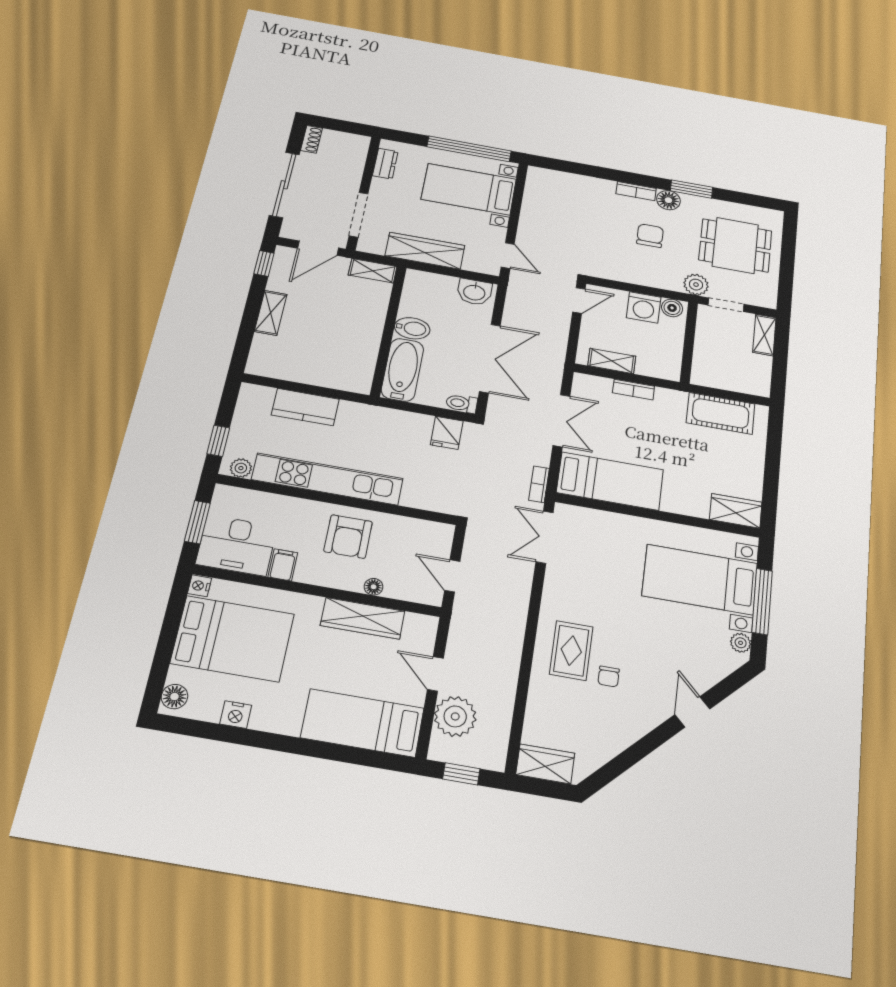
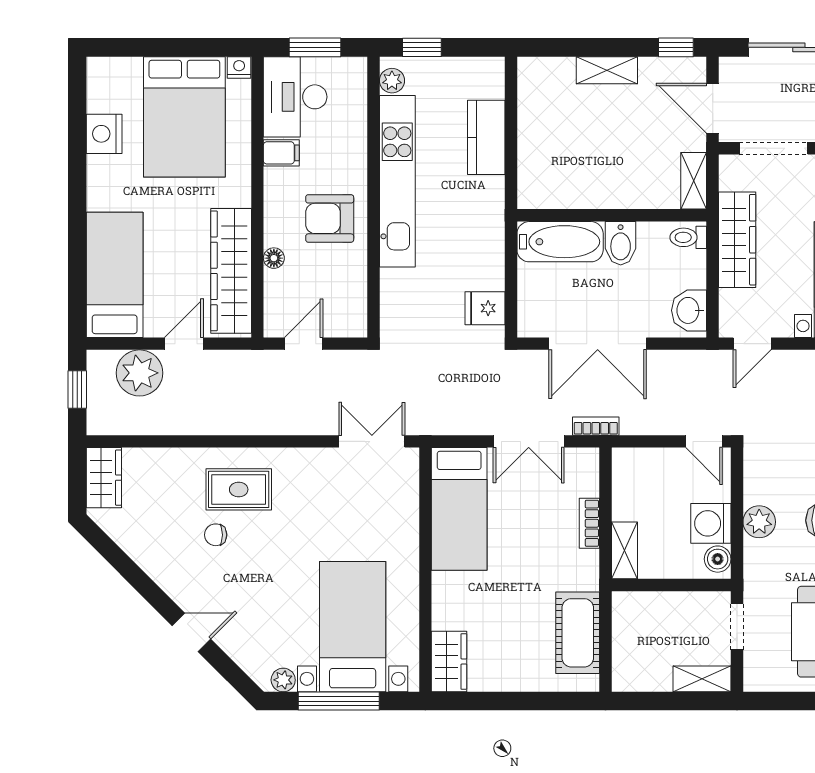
plant: (696, 285) -> (759, 522), moved
shelving: (612, 361) -> (625, 550), moved
toilet: (462, 403) -> (688, 237), moved, turned -90
bookcase: (539, 484) -> (596, 426), moved
wardrobe: (363, 618) -> (231, 271), width x1.40, depth x1.17
floor lamp: (174, 697) -> (108, 70), removed
nightstand: (236, 715) -> (104, 134), width x1.36, depth x1.33

